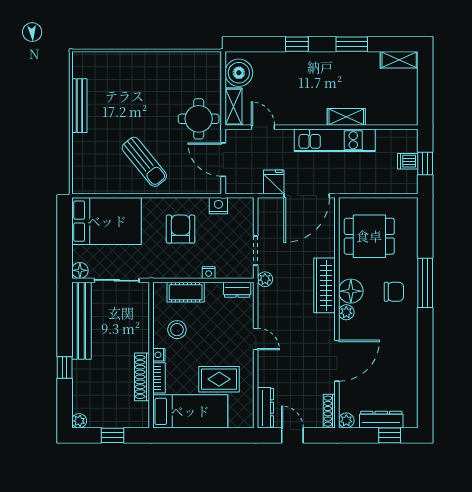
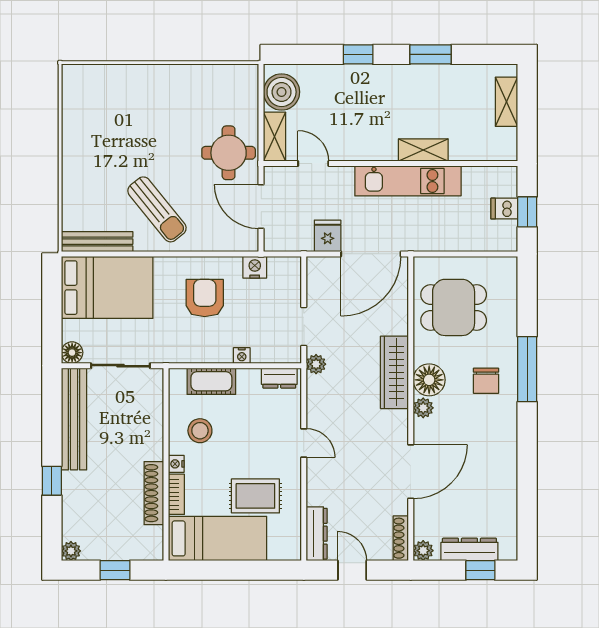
shelving: (399, 60) -> (507, 102), moved, turned 90
bench: (79, 106) -> (97, 242), moved, turned 90
chair: (394, 292) -> (486, 381), turned 90

